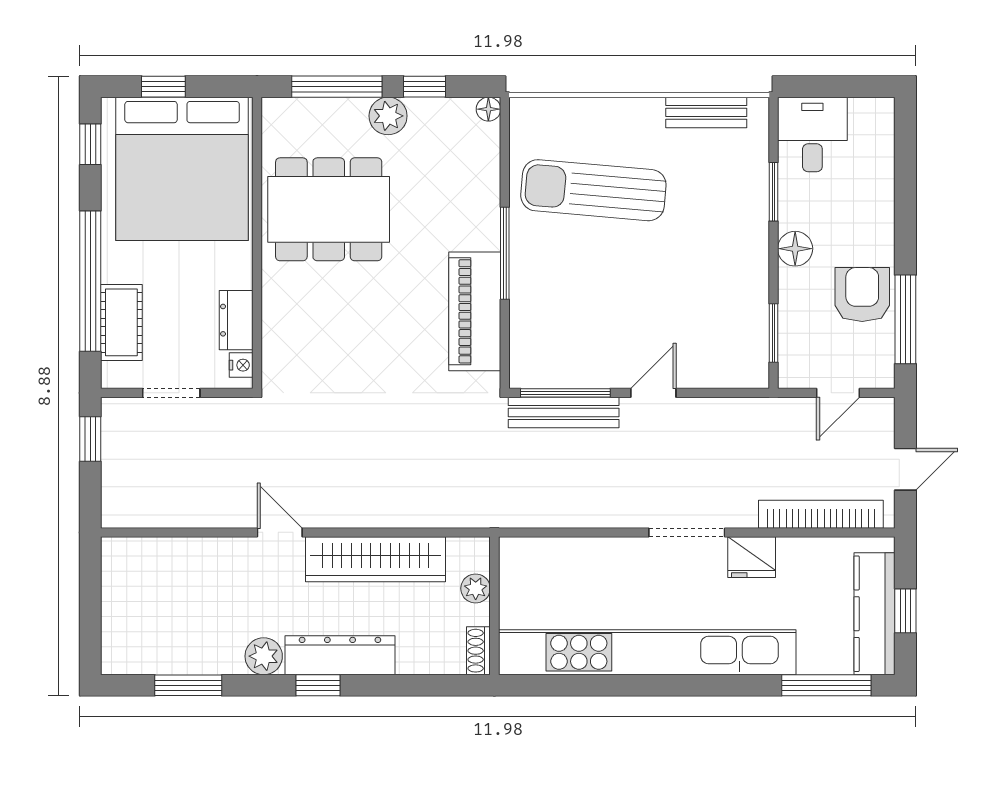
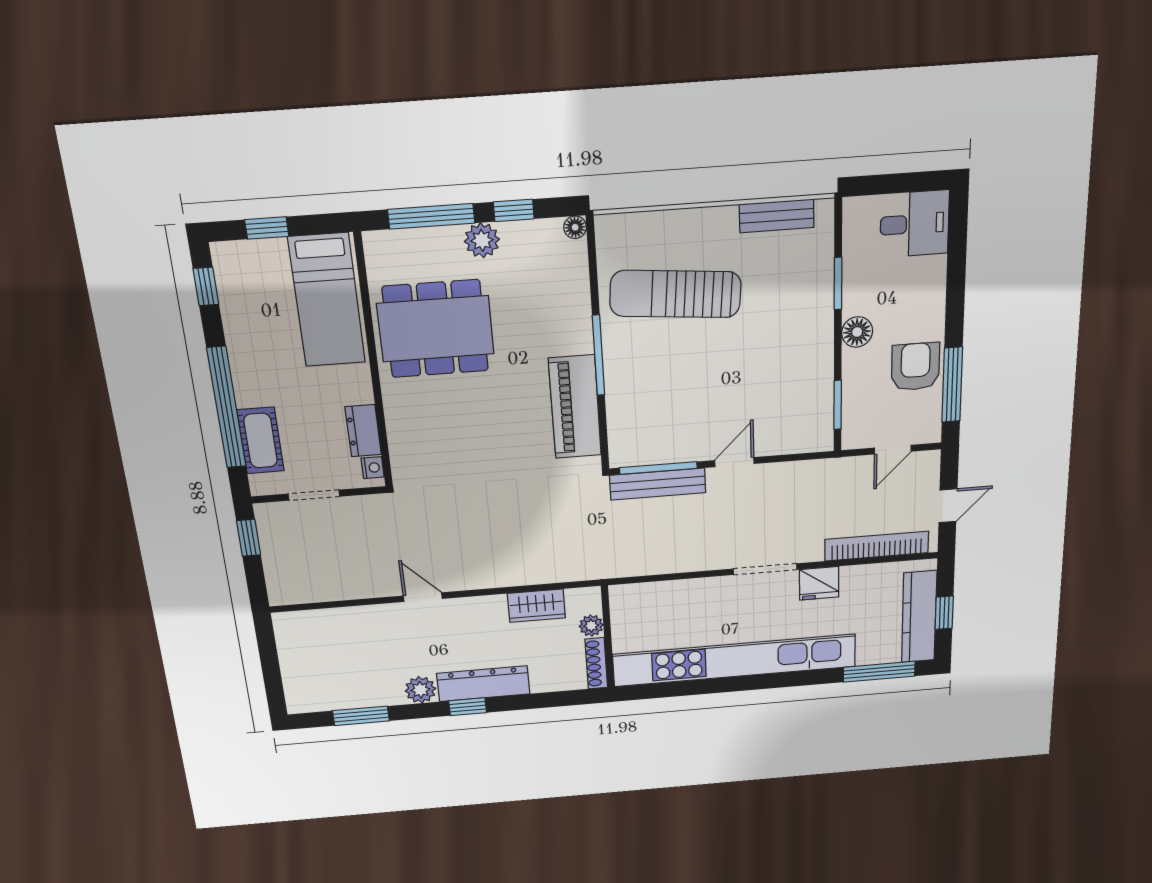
desk: (812, 135) -> (915, 224), moved, turned 90
bed: (182, 169) -> (327, 300), width x0.49
wardrobe: (376, 559) -> (536, 606), width x0.48, depth x0.85
shoe rack: (478, 651) -> (596, 663), width x1.43

